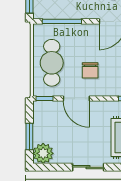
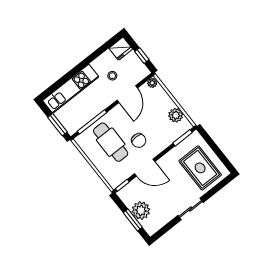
cafe table: (52, 63) -> (111, 142), moved
plant: (43, 153) -> (141, 210), moved

